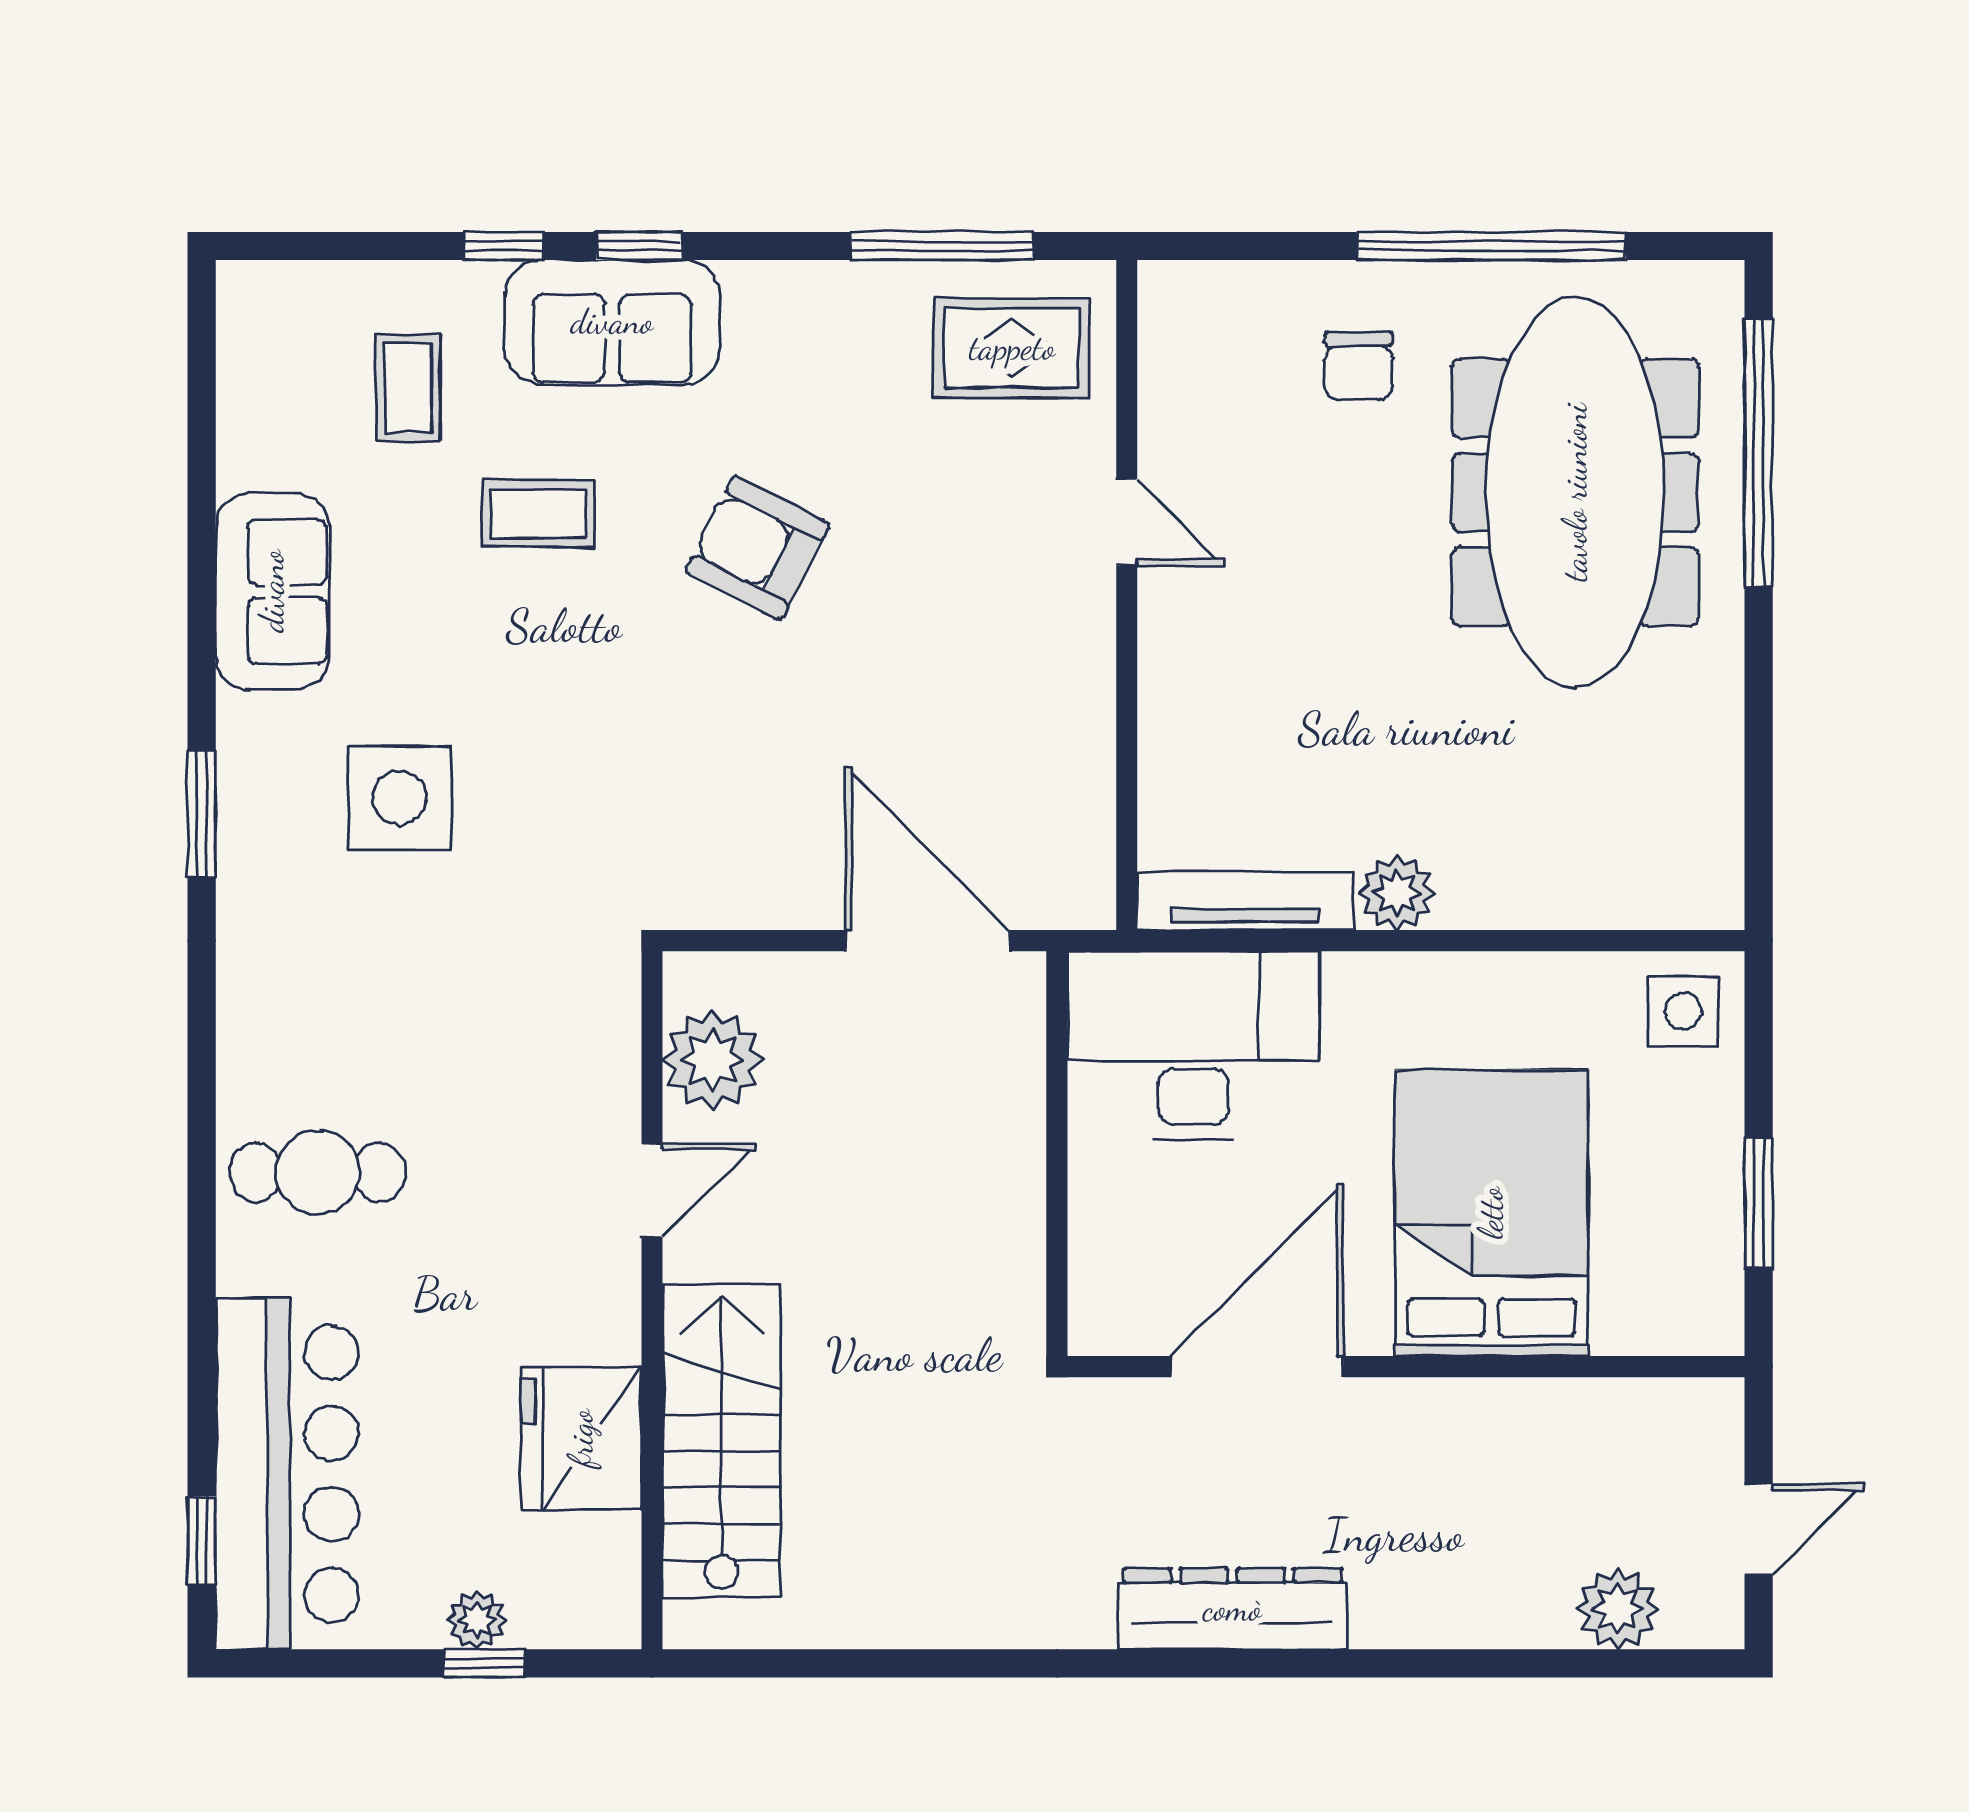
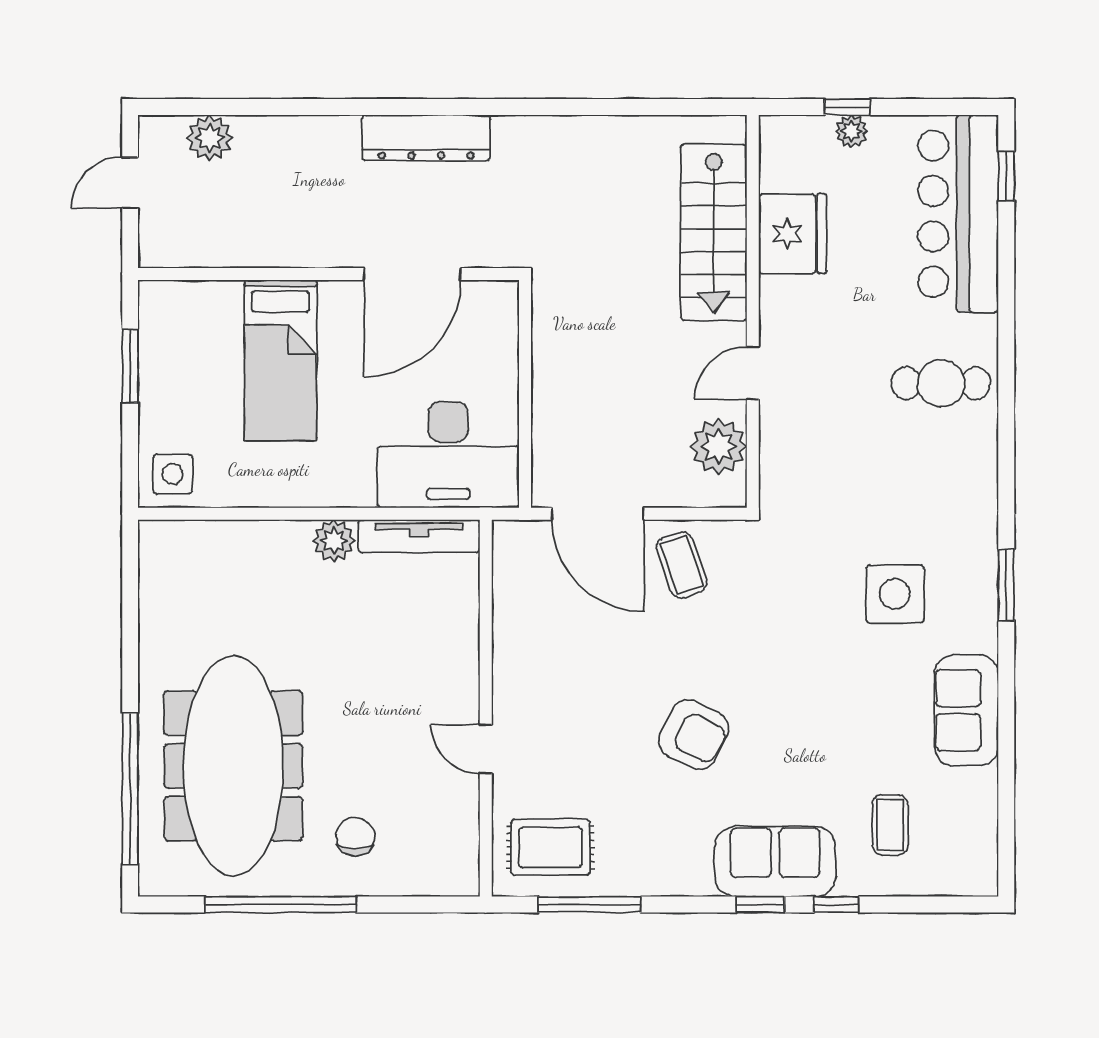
coffee table: (539, 514) -> (682, 565), moved, turned 71
bed: (1491, 1213) -> (281, 360), width x0.67

